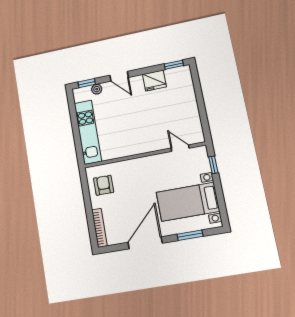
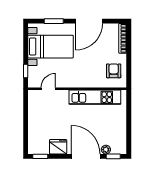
door: (119, 76) -> (86, 156), width x1.87
kitchen unit: (88, 132) -> (95, 97), moved, turned -90
door: (180, 148) -> (48, 89), swing flipped
armchair: (104, 185) -> (114, 71), turned 180

